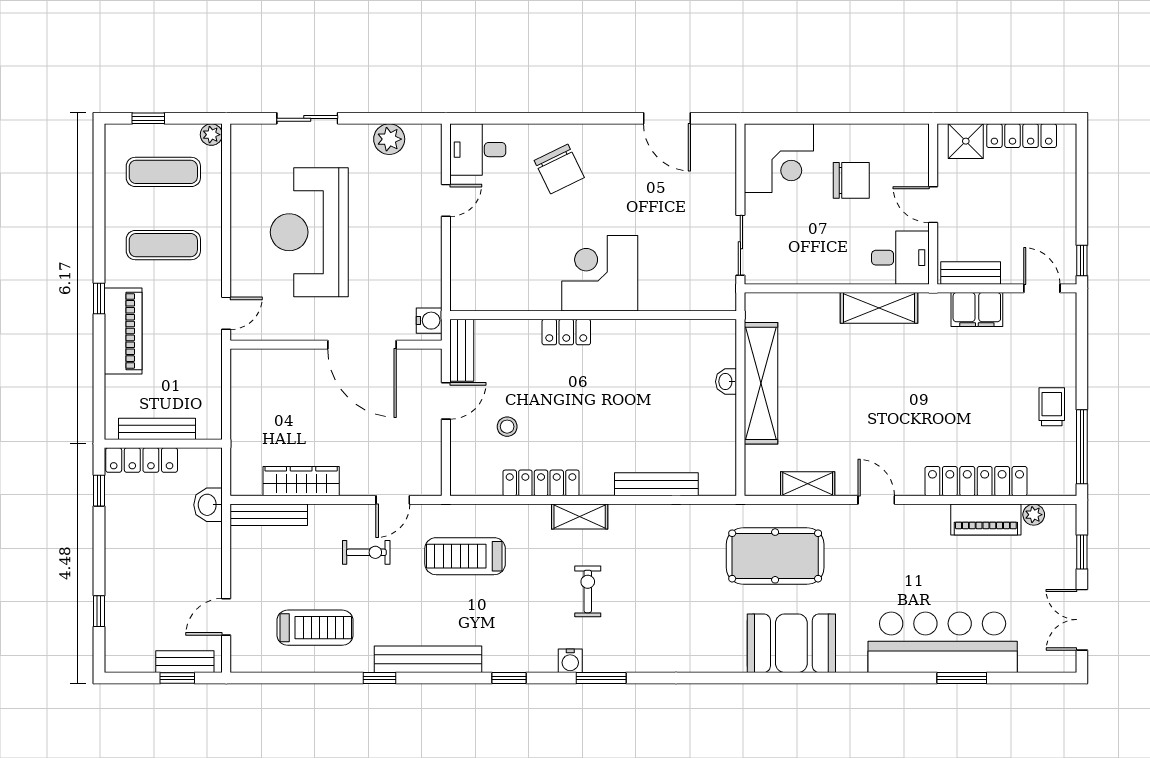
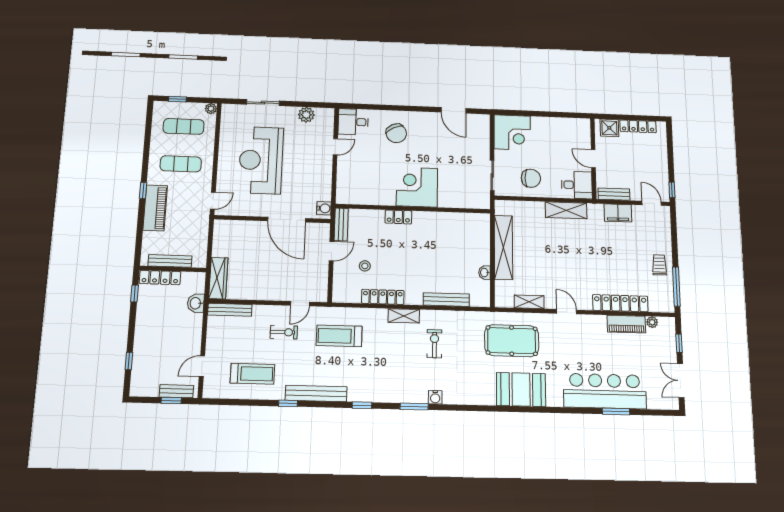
chair: (851, 180) -> (531, 178), moved
washbasin: (726, 382) -> (485, 273), moved
wardrobe: (301, 481) -> (218, 278), moved, turned 90
exercise bike: (588, 591) -> (434, 344), moved
water cooler: (570, 661) -> (435, 397), moved

